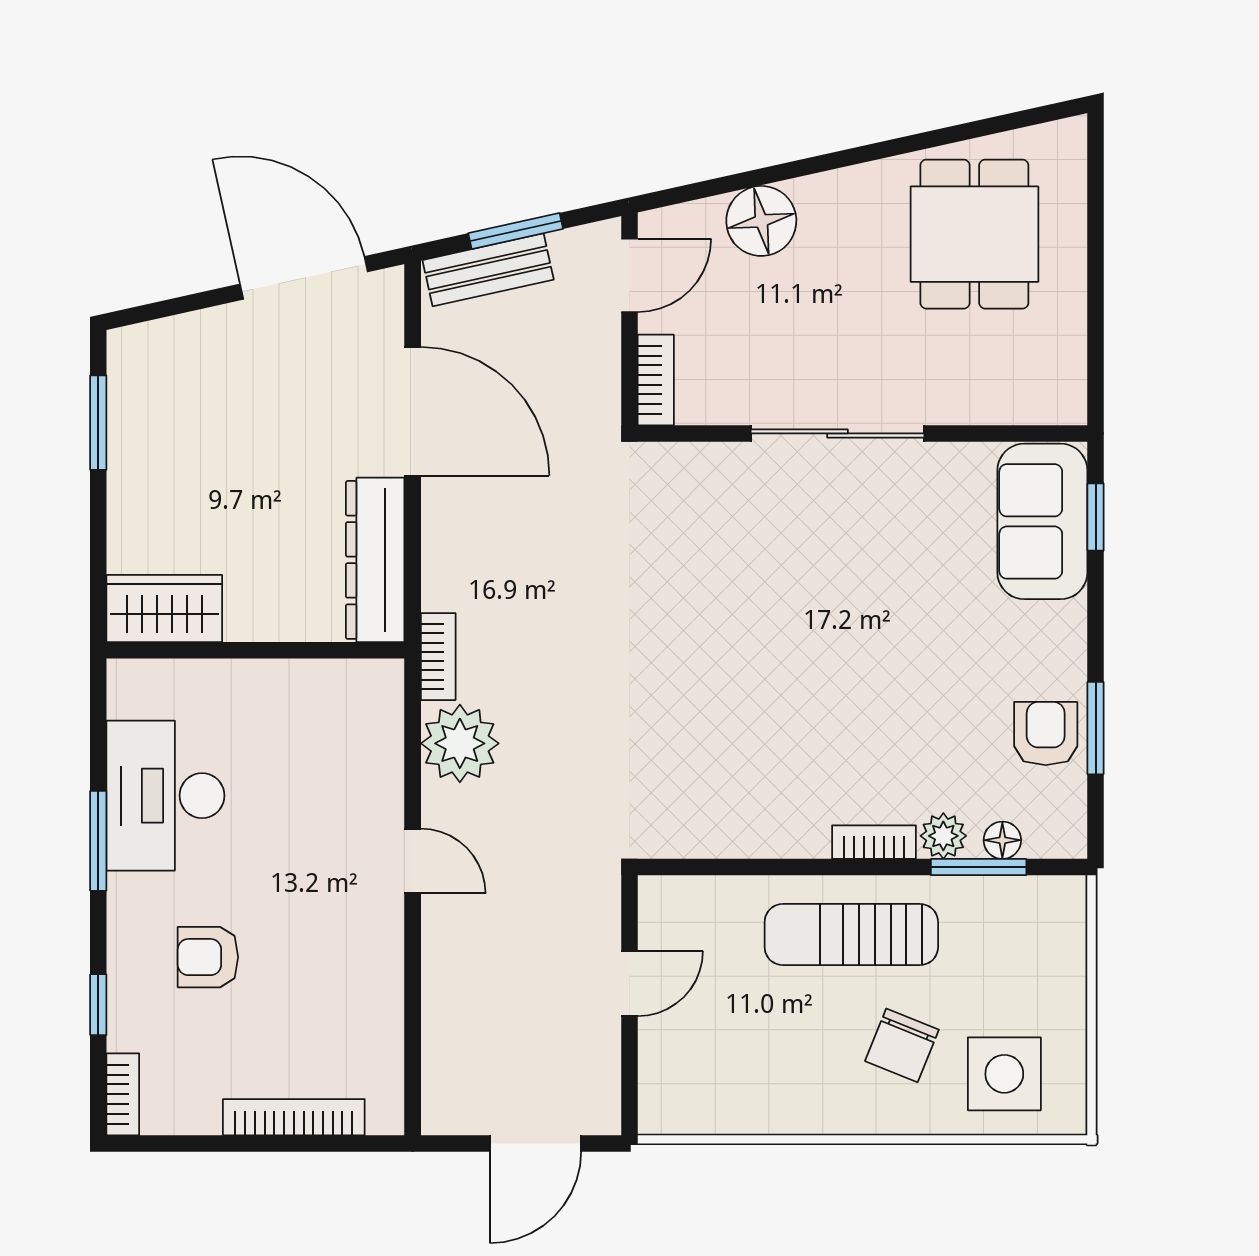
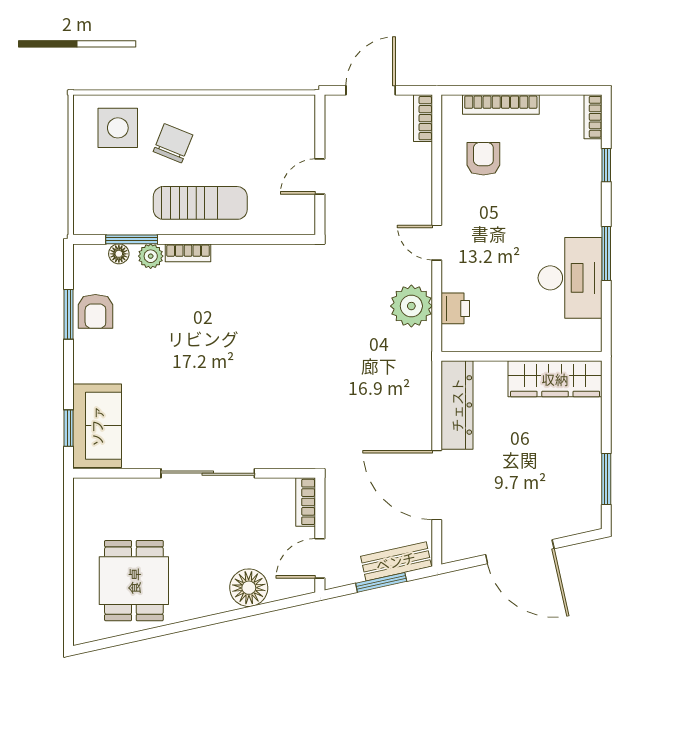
door: (304, 278) -> (520, 552), moved
wardrobe: (164, 609) -> (555, 379), width x1.50
bookcase: (438, 657) -> (423, 118), moved
printer: (378, 739) -> (455, 308), added
armchair: (208, 957) -> (483, 159), moved, turned -90

